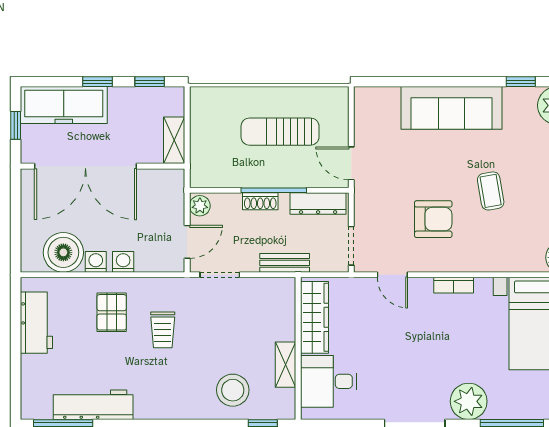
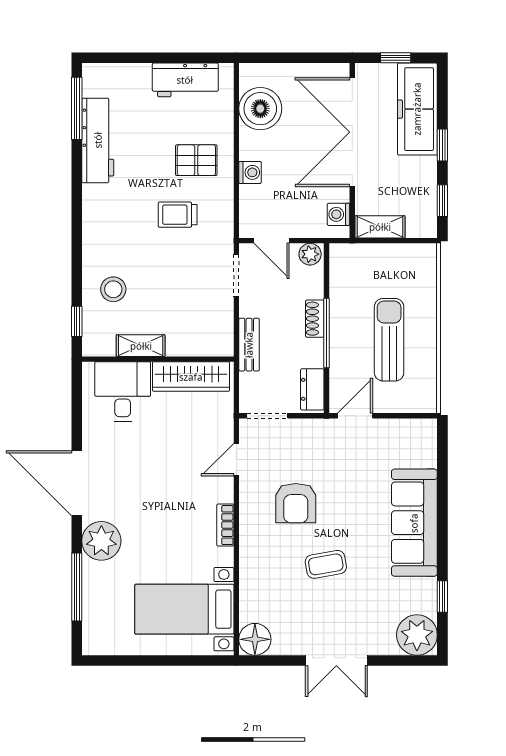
dresser: (318, 204) -> (312, 389), width x0.70
washing machine: (96, 262) -> (339, 214), moved, turned 180
stool: (233, 390) -> (113, 289), width x0.73, depth x0.73

